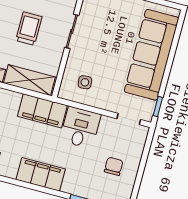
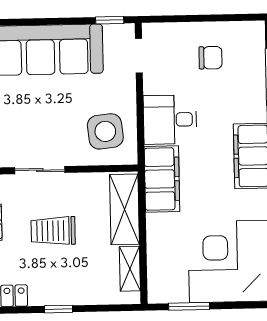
side table: (85, 82) -> (105, 131), width x1.87, depth x1.87
chair: (114, 166) -> (211, 58), turned 180

